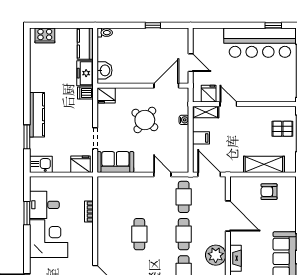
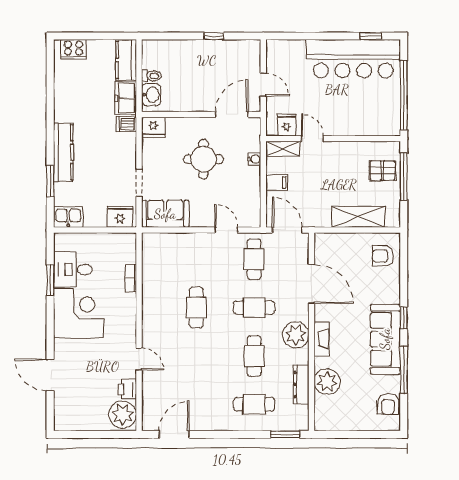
toilet: (105, 33) -> (151, 76), moved
round table: (145, 120) -> (204, 159), turned -38
armchair: (269, 192) -> (383, 256), moved
cafe table: (184, 234) -> (254, 308), turned 90

